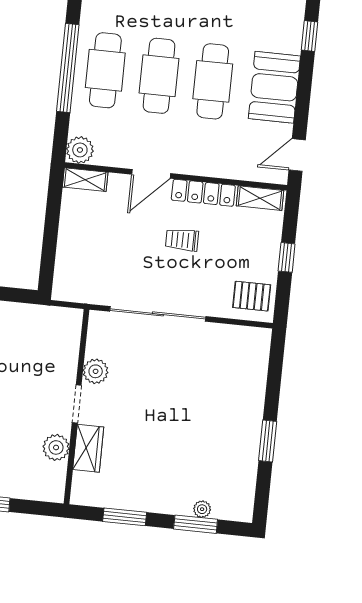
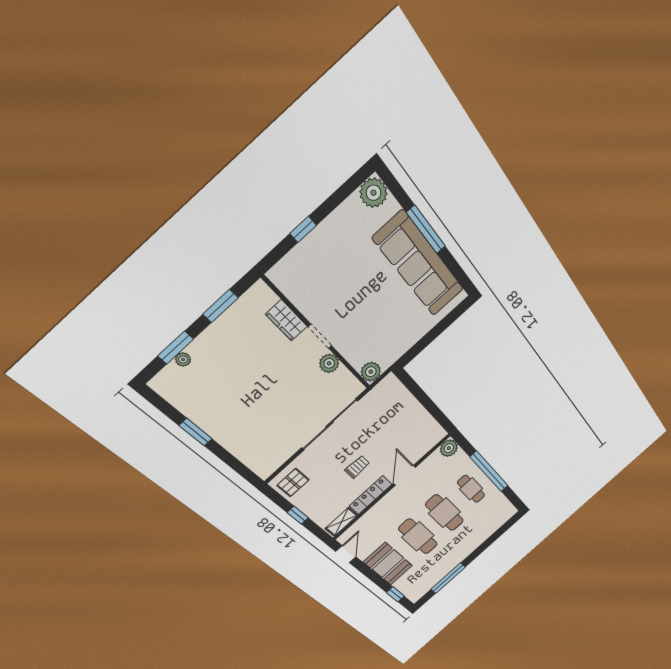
cafe table: (105, 70) -> (471, 489), width x0.73, depth x0.74
shelving: (85, 180) -> (433, 440), removed
plant: (56, 447) -> (371, 372), moved

